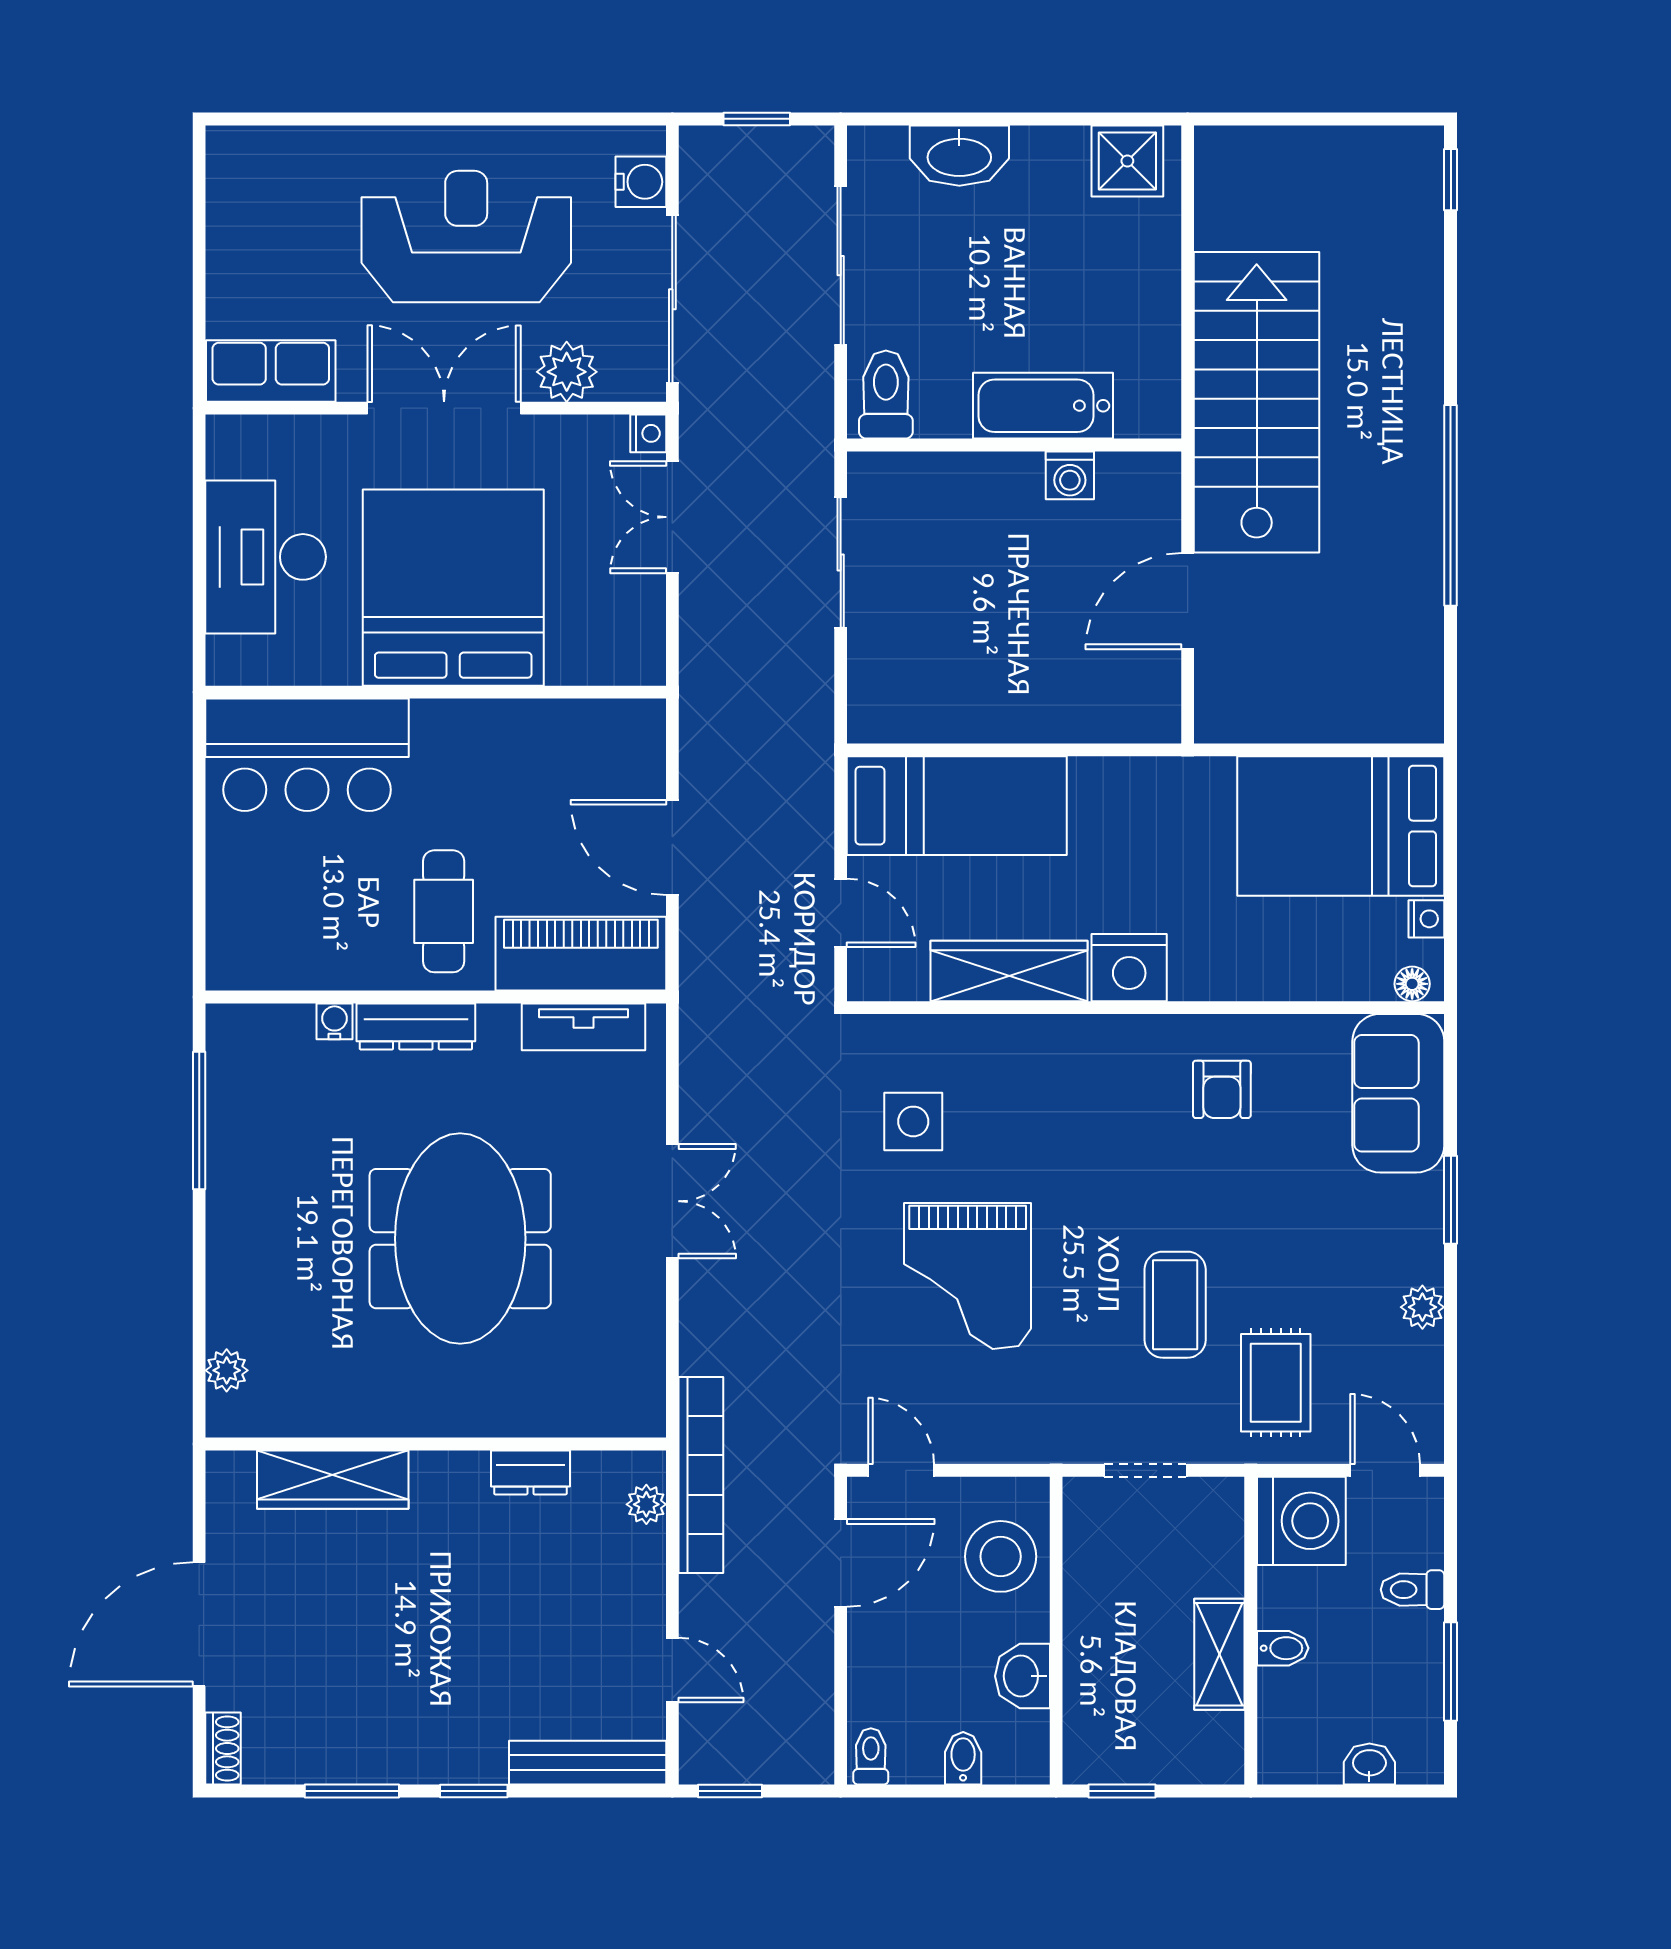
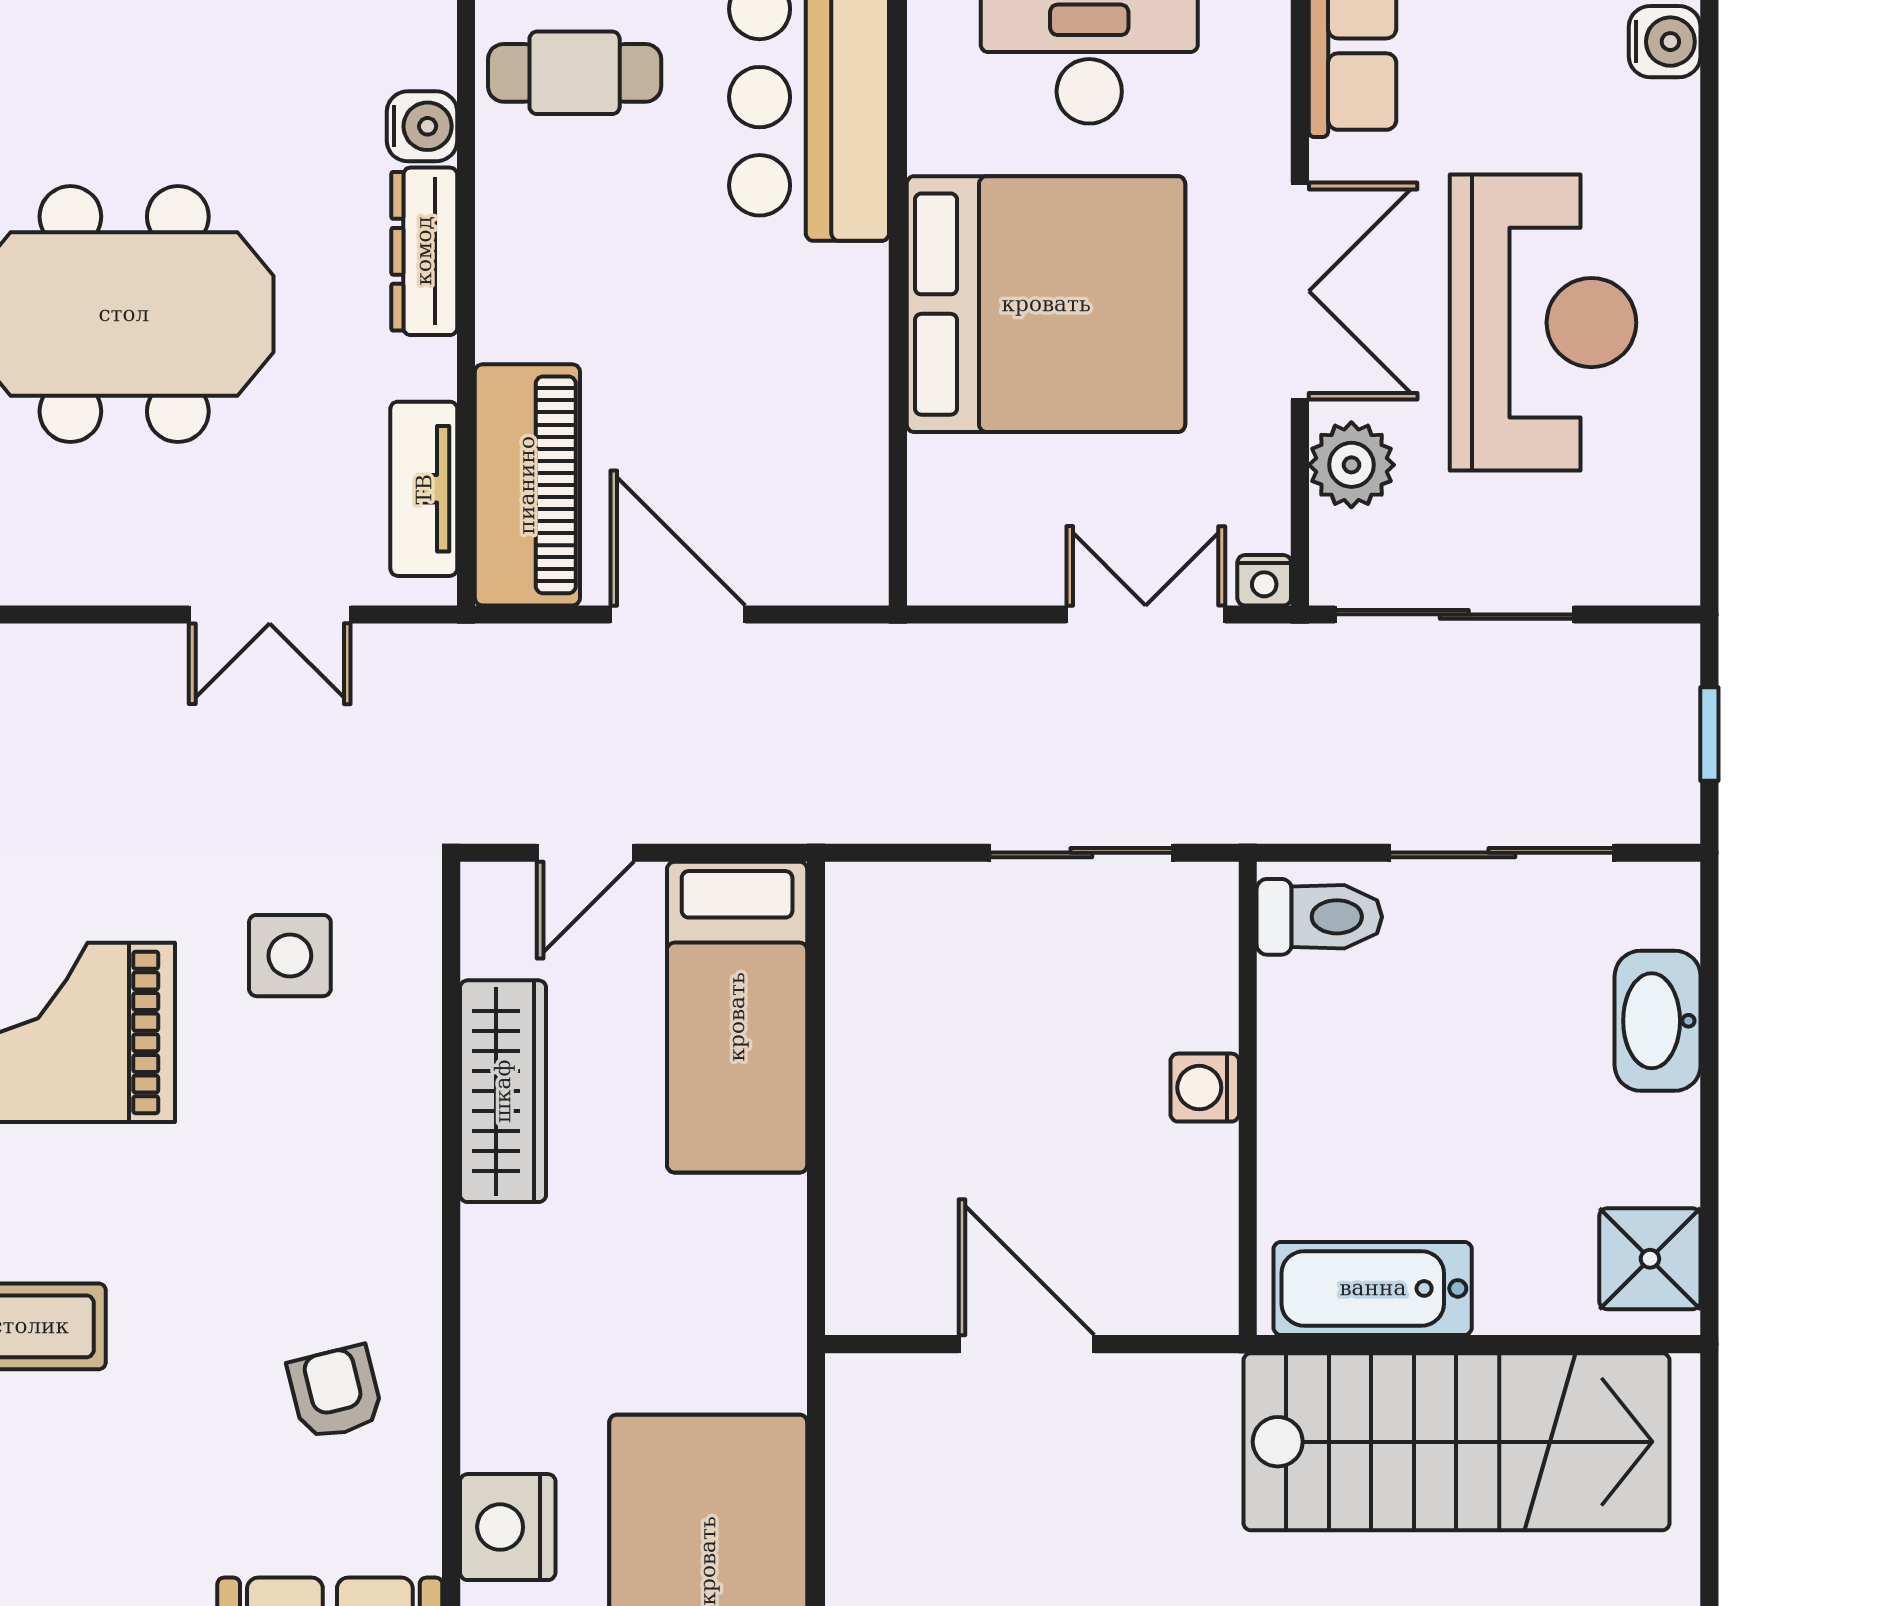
water cooler: (641, 182) -> (1665, 42), moved, turned -90
stairs: (1257, 402) -> (1456, 1442), moved
bathtub: (1043, 406) -> (1373, 1288), moved, turned -90
washing machine: (1070, 475) -> (1205, 1088), moved
door: (672, 847) -> (678, 614), hinge flipped
cafe table: (444, 911) -> (575, 73), moved
nightstand: (1129, 968) -> (508, 1527), moved
water cooler: (334, 1021) -> (422, 126), width x1.38, depth x1.38
armchair: (1222, 1089) -> (335, 1393), turned 76
double door: (672, 1201) -> (270, 614), moved

